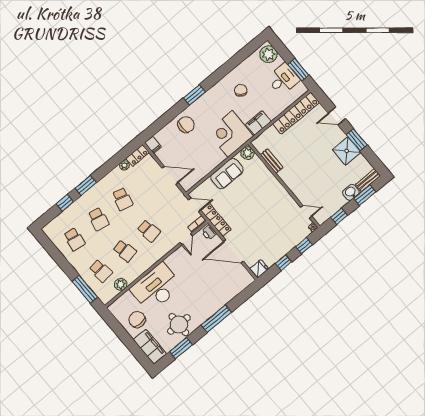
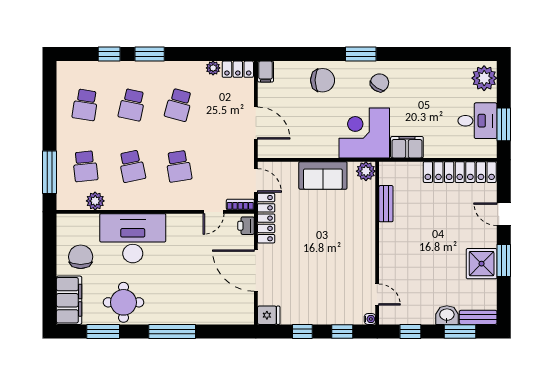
chair: (241, 90) -> (380, 83), moved

